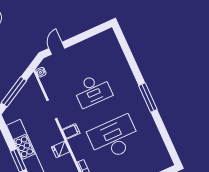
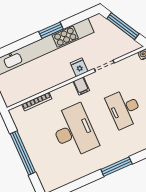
fridge: (61, 149) -> (79, 67), moved

